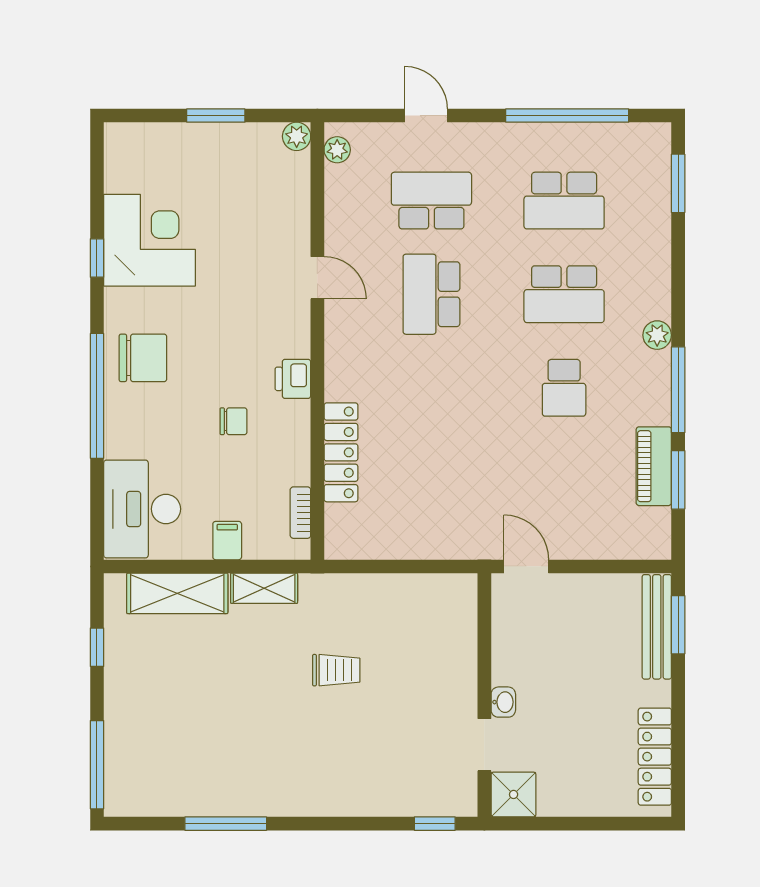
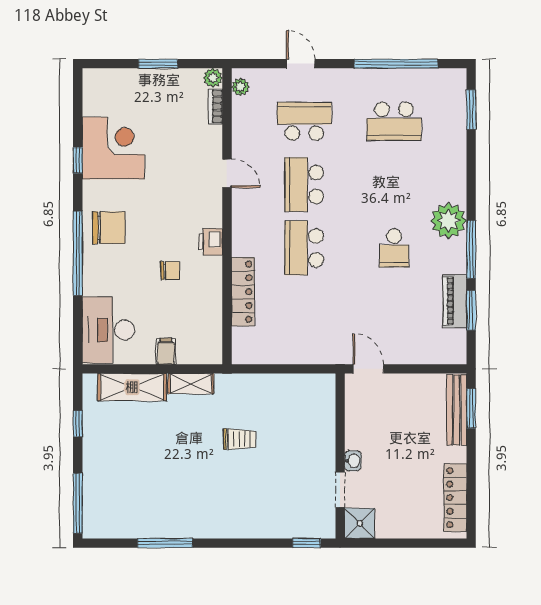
school desk: (564, 294) -> (304, 248), moved, turned 90
plant: (657, 335) -> (449, 221), width x1.88, depth x1.88
bookcase: (300, 513) -> (216, 106), moved

